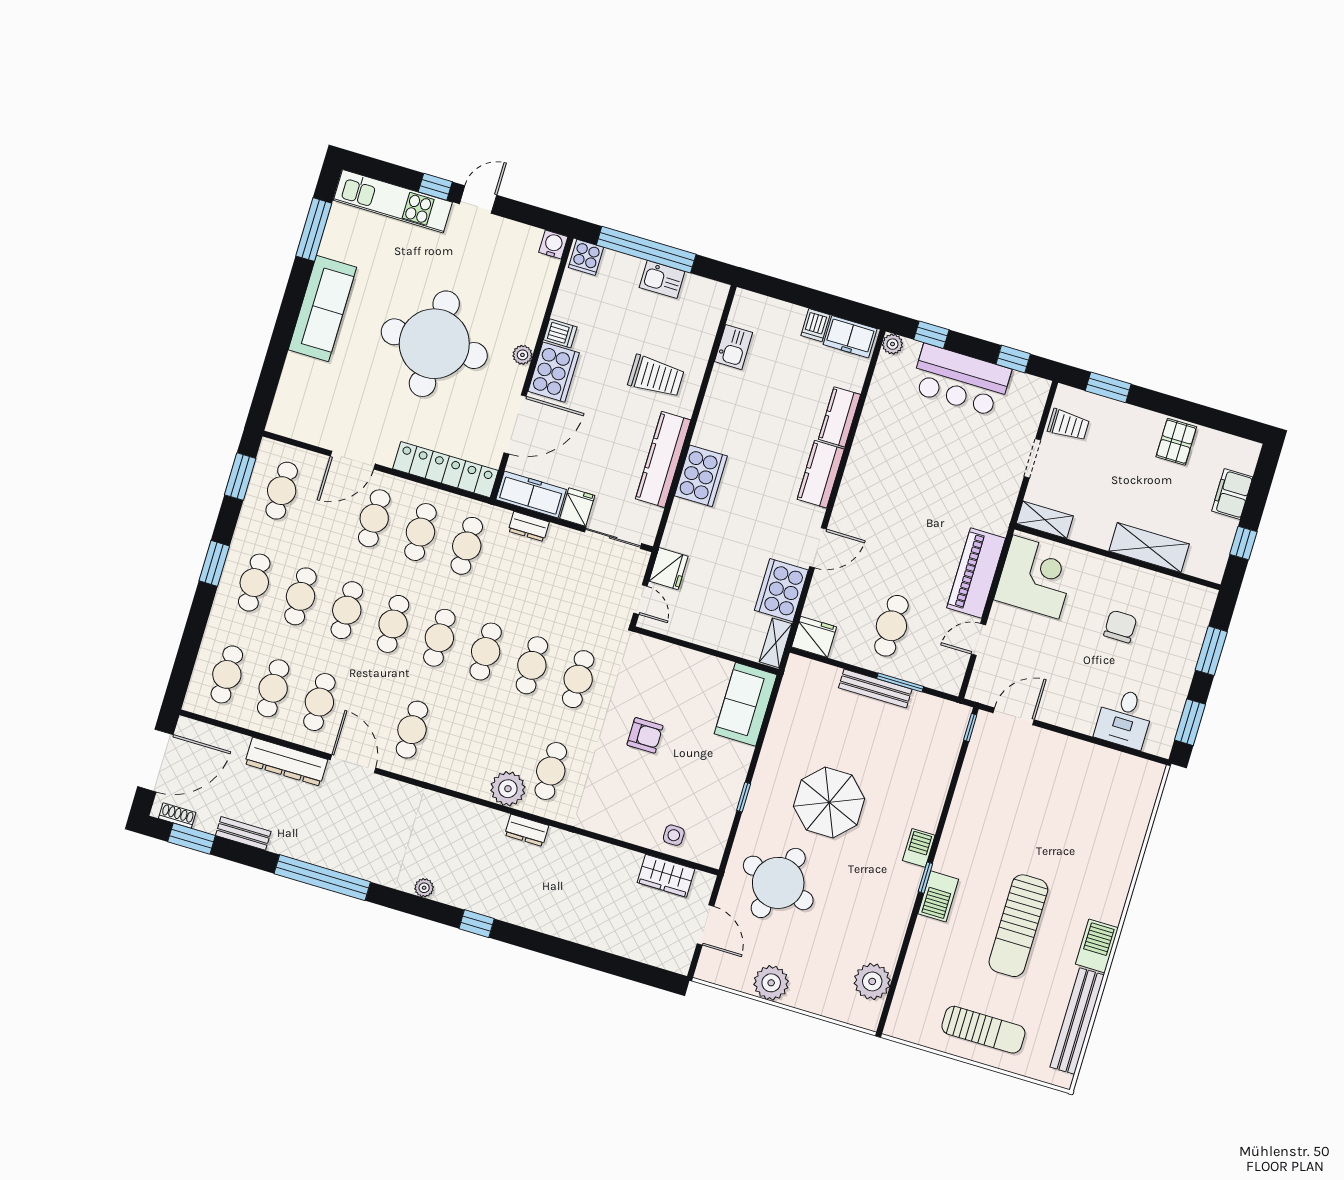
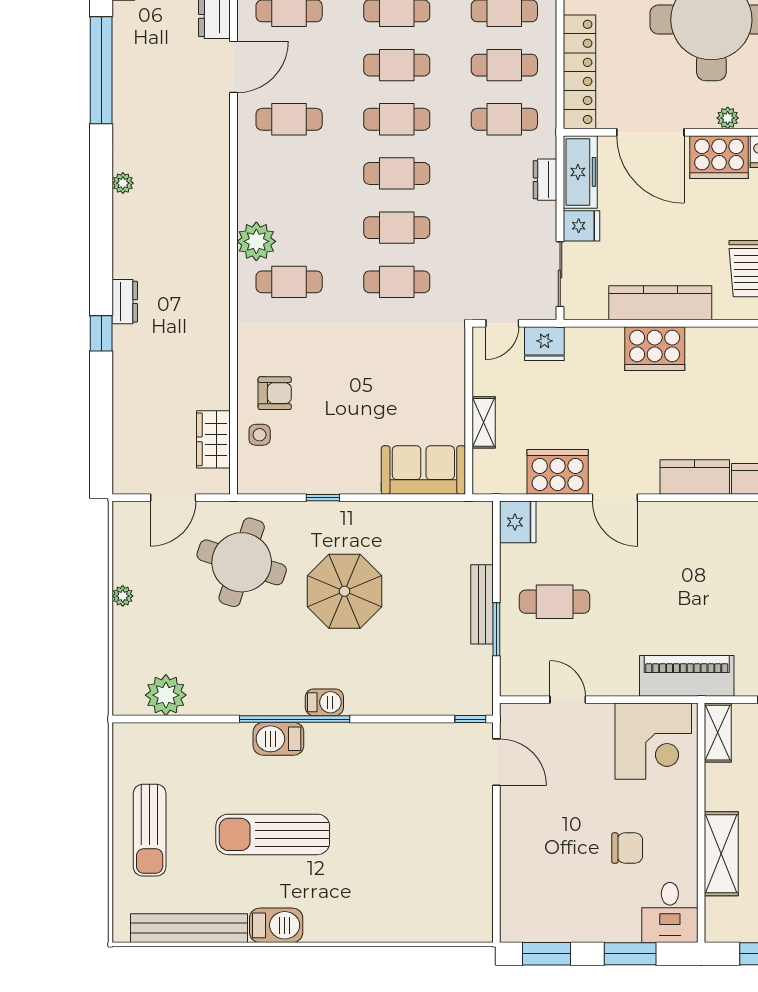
piano: (976, 573) -> (687, 676), moved
shelving: (776, 643) -> (484, 422), moved, turned 90
desk: (1124, 718) -> (670, 912), moved, turned -90
armchair: (645, 735) -> (275, 393), moved, turned -90
dresser: (527, 830) -> (125, 302), moved, turned 180
window: (925, 878) -> (295, 719), width x3.17
window: (477, 924) -> (101, 333), moved
plant: (771, 983) -> (123, 596), width x0.53, depth x0.53

